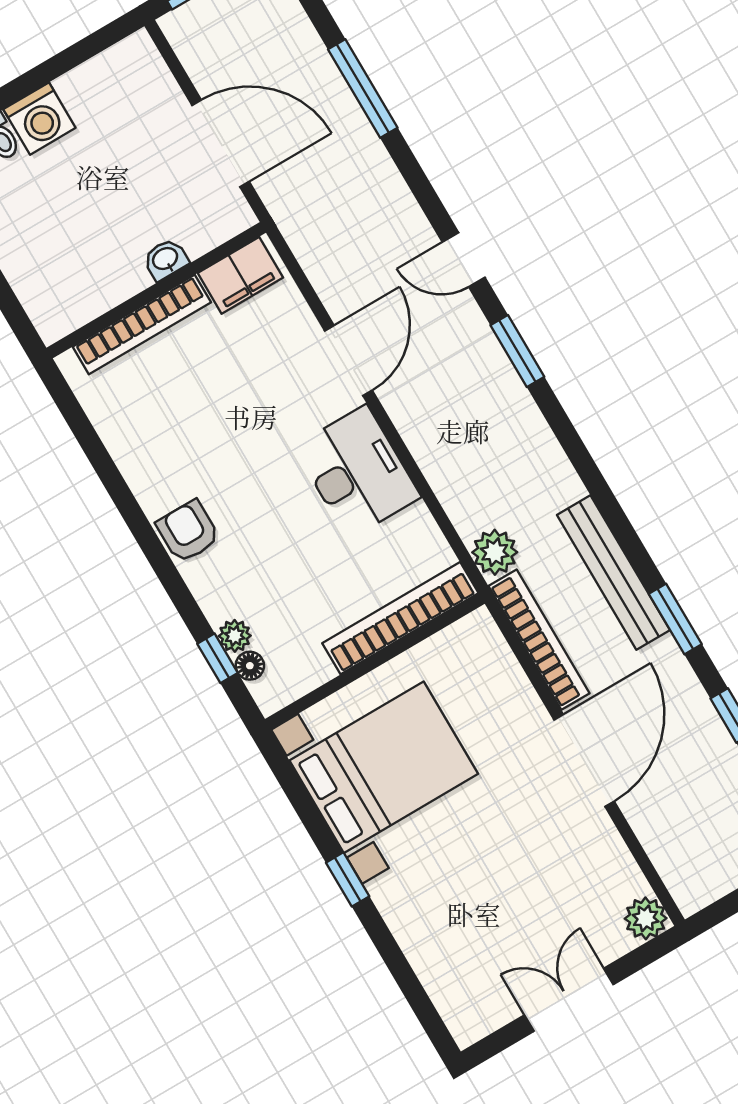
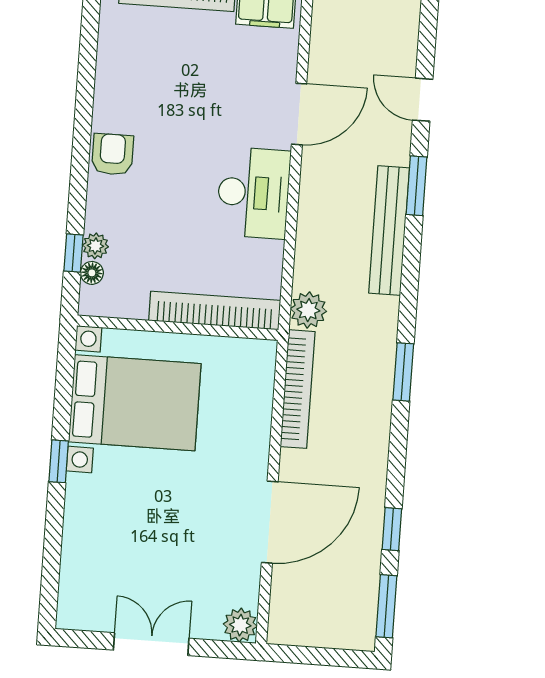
bench: (613, 573) -> (389, 231), moved
window: (675, 619) -> (403, 372), moved
door: (584, 760) -> (270, 522), moved

